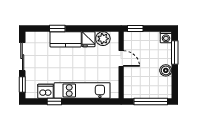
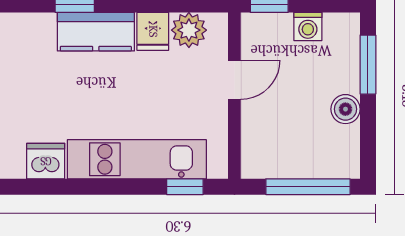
washing machine: (166, 37) -> (308, 26), moved
door: (121, 59) -> (234, 80), hinge flipped
window: (54, 101) -> (185, 187), moved

